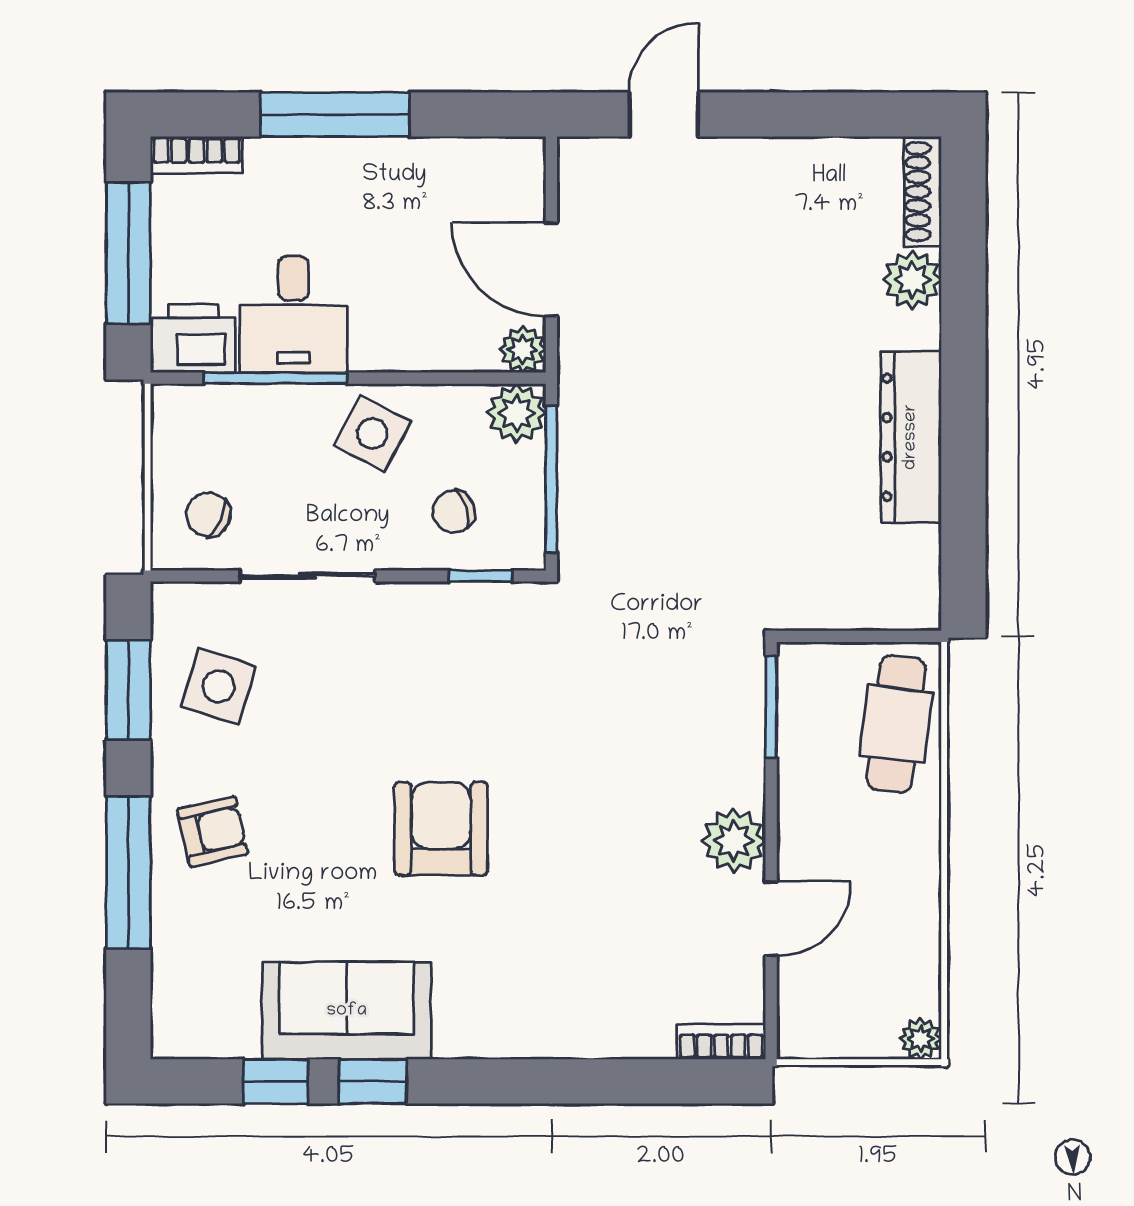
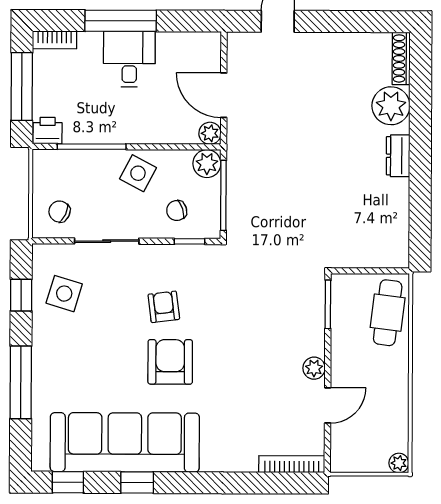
plant: (912, 280) -> (391, 106), width x1.36, depth x1.36
desk: (293, 314) -> (129, 59), moved, turned 180
printer: (194, 338) -> (48, 131), width x0.73, depth x0.81
dresser: (911, 437) -> (398, 156), width x0.51, depth x0.80
window: (128, 690) -> (21, 295), width x0.67
armchair: (213, 831) -> (164, 307), moved, turned -84
plant: (734, 841) -> (314, 368), width x0.73, depth x0.73
sofa: (347, 1011) -> (125, 442), width x1.85, depth x1.27
bookcase: (721, 1042) -> (292, 464), width x1.56
window: (275, 1081) -> (68, 482), moved

